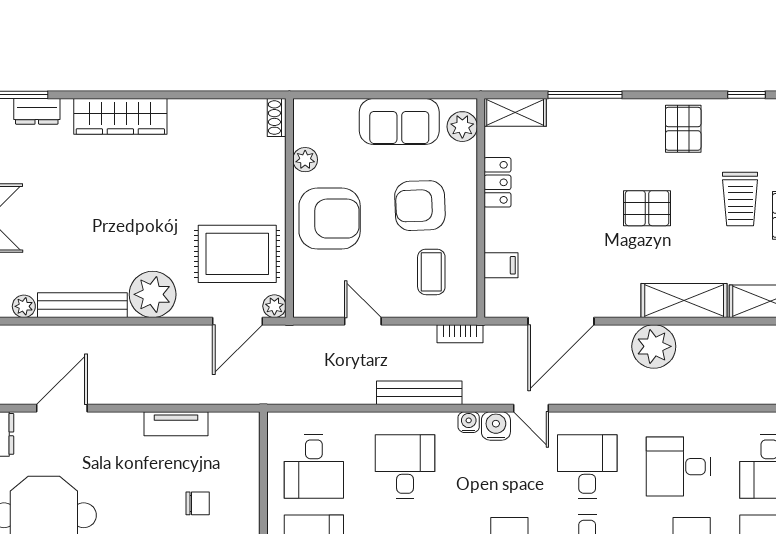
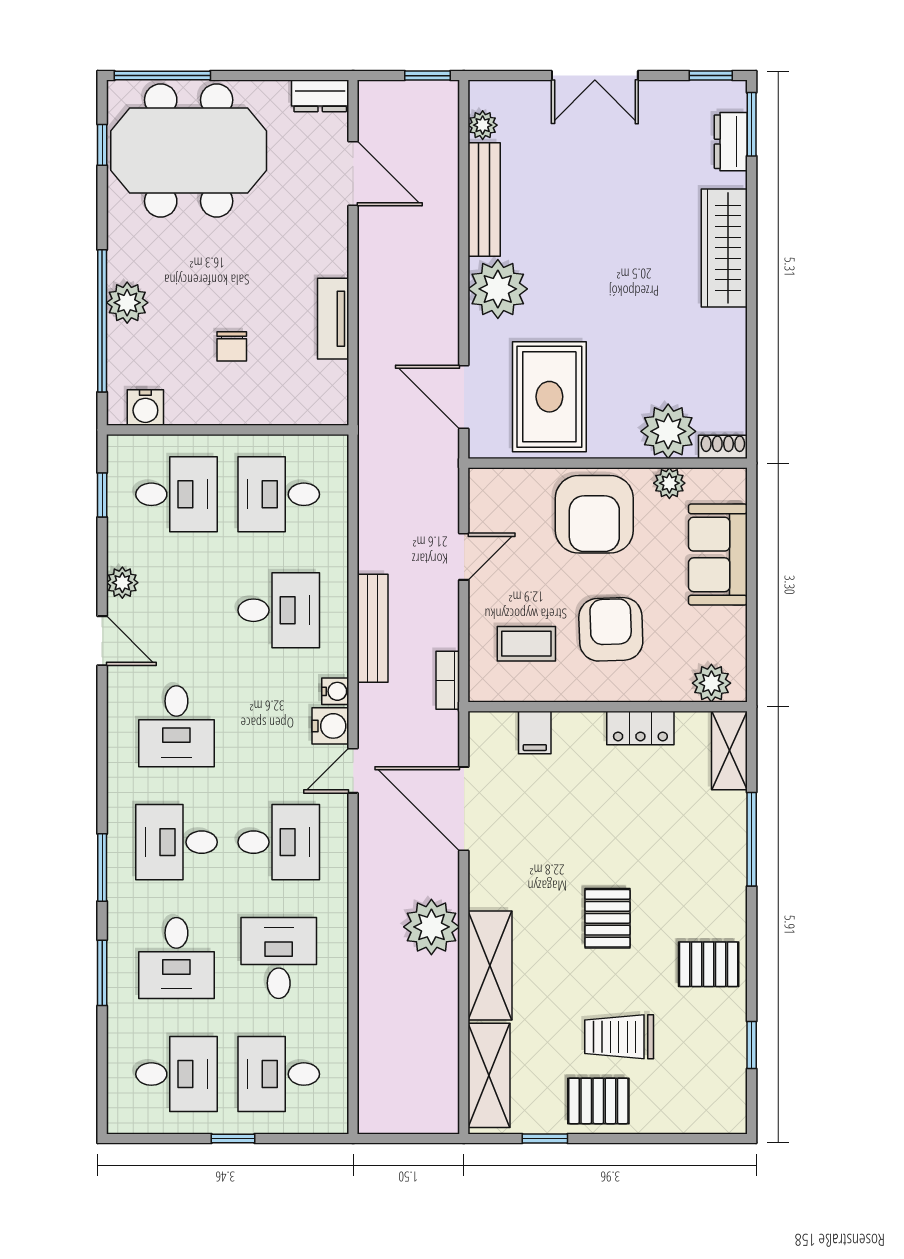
sofa: (399, 121) -> (718, 554), moved
plant: (274, 306) -> (668, 431), moved, width x1.88, depth x1.88

